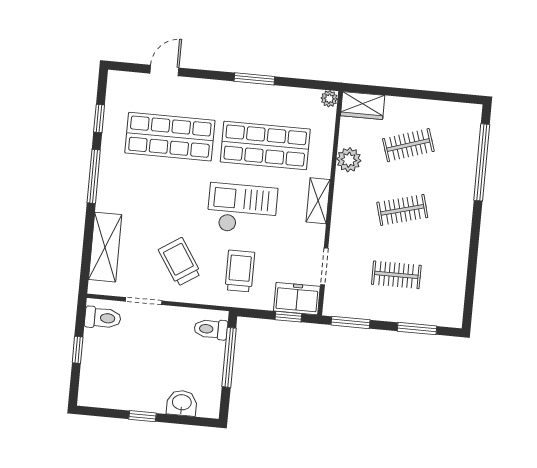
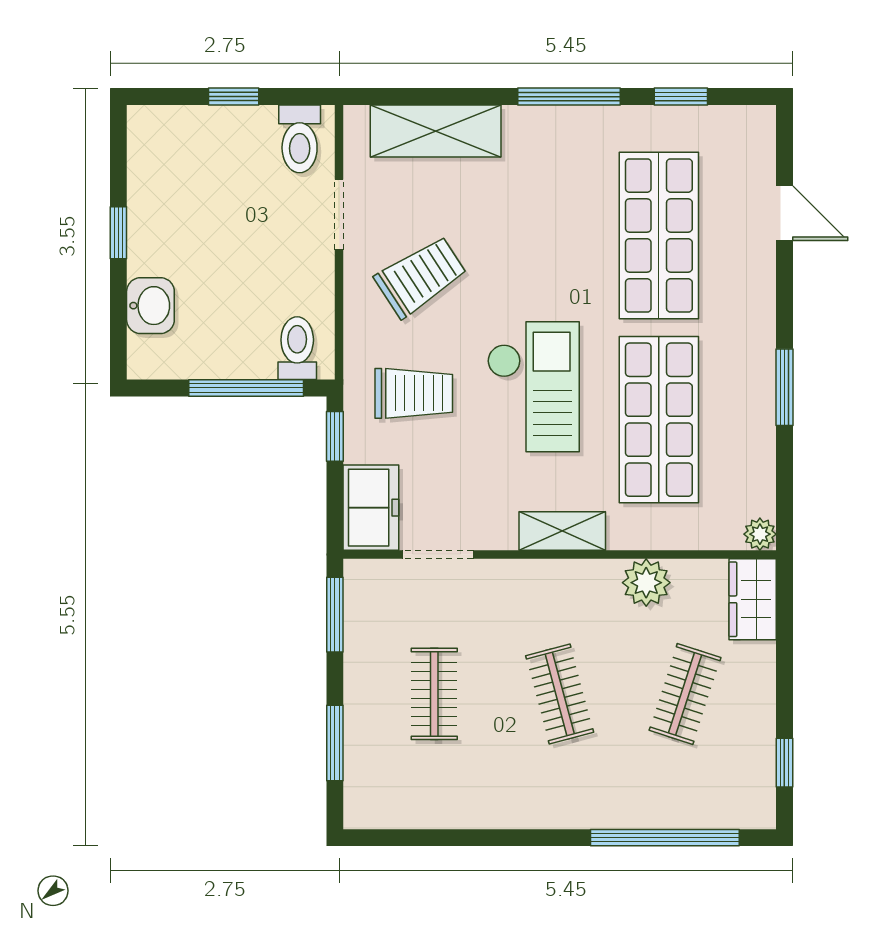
window: (449, 97) -> (784, 763), added
clothes rail: (408, 145) -> (685, 694), turned 36
window: (288, 317) -> (335, 436), moved

